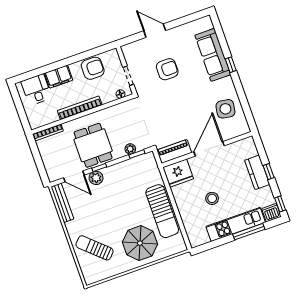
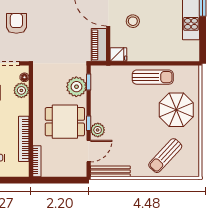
plant: (108, 95) -> (21, 90), added
bookcase: (80, 108) -> (24, 139), moved
plant: (130, 149) -> (76, 87), width x1.88, depth x1.88
fridge: (178, 173) -> (118, 55), width x0.53, depth x0.75
stool: (212, 198) -> (133, 21), moved
sun lounger: (162, 211) -> (153, 77), width x0.73, depth x0.75

